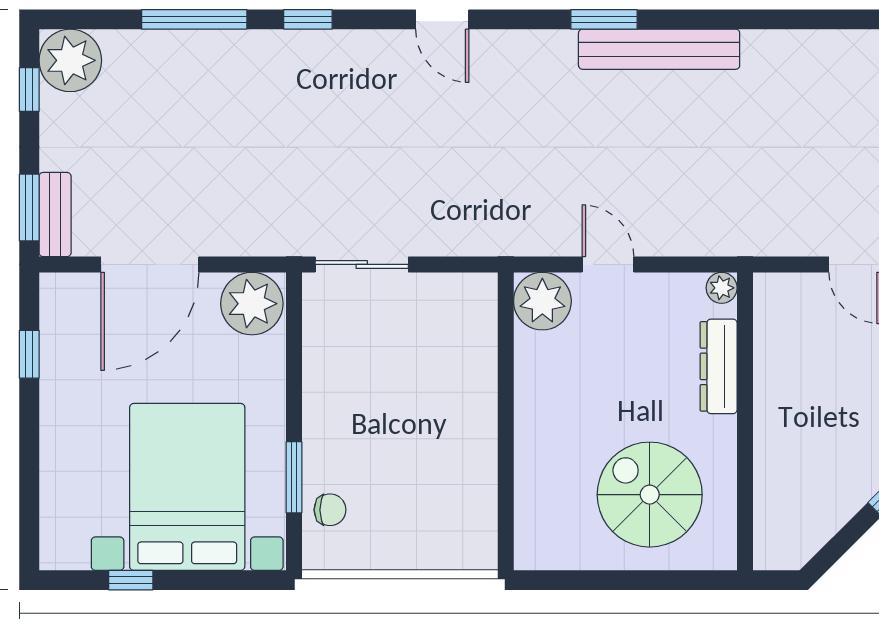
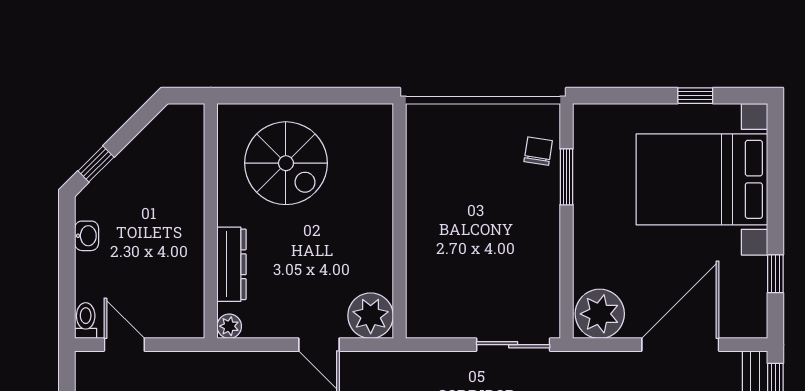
bed with nightstands: (187, 487) -> (702, 179), moved, turned 90
chair: (330, 510) -> (538, 151), turned 99

